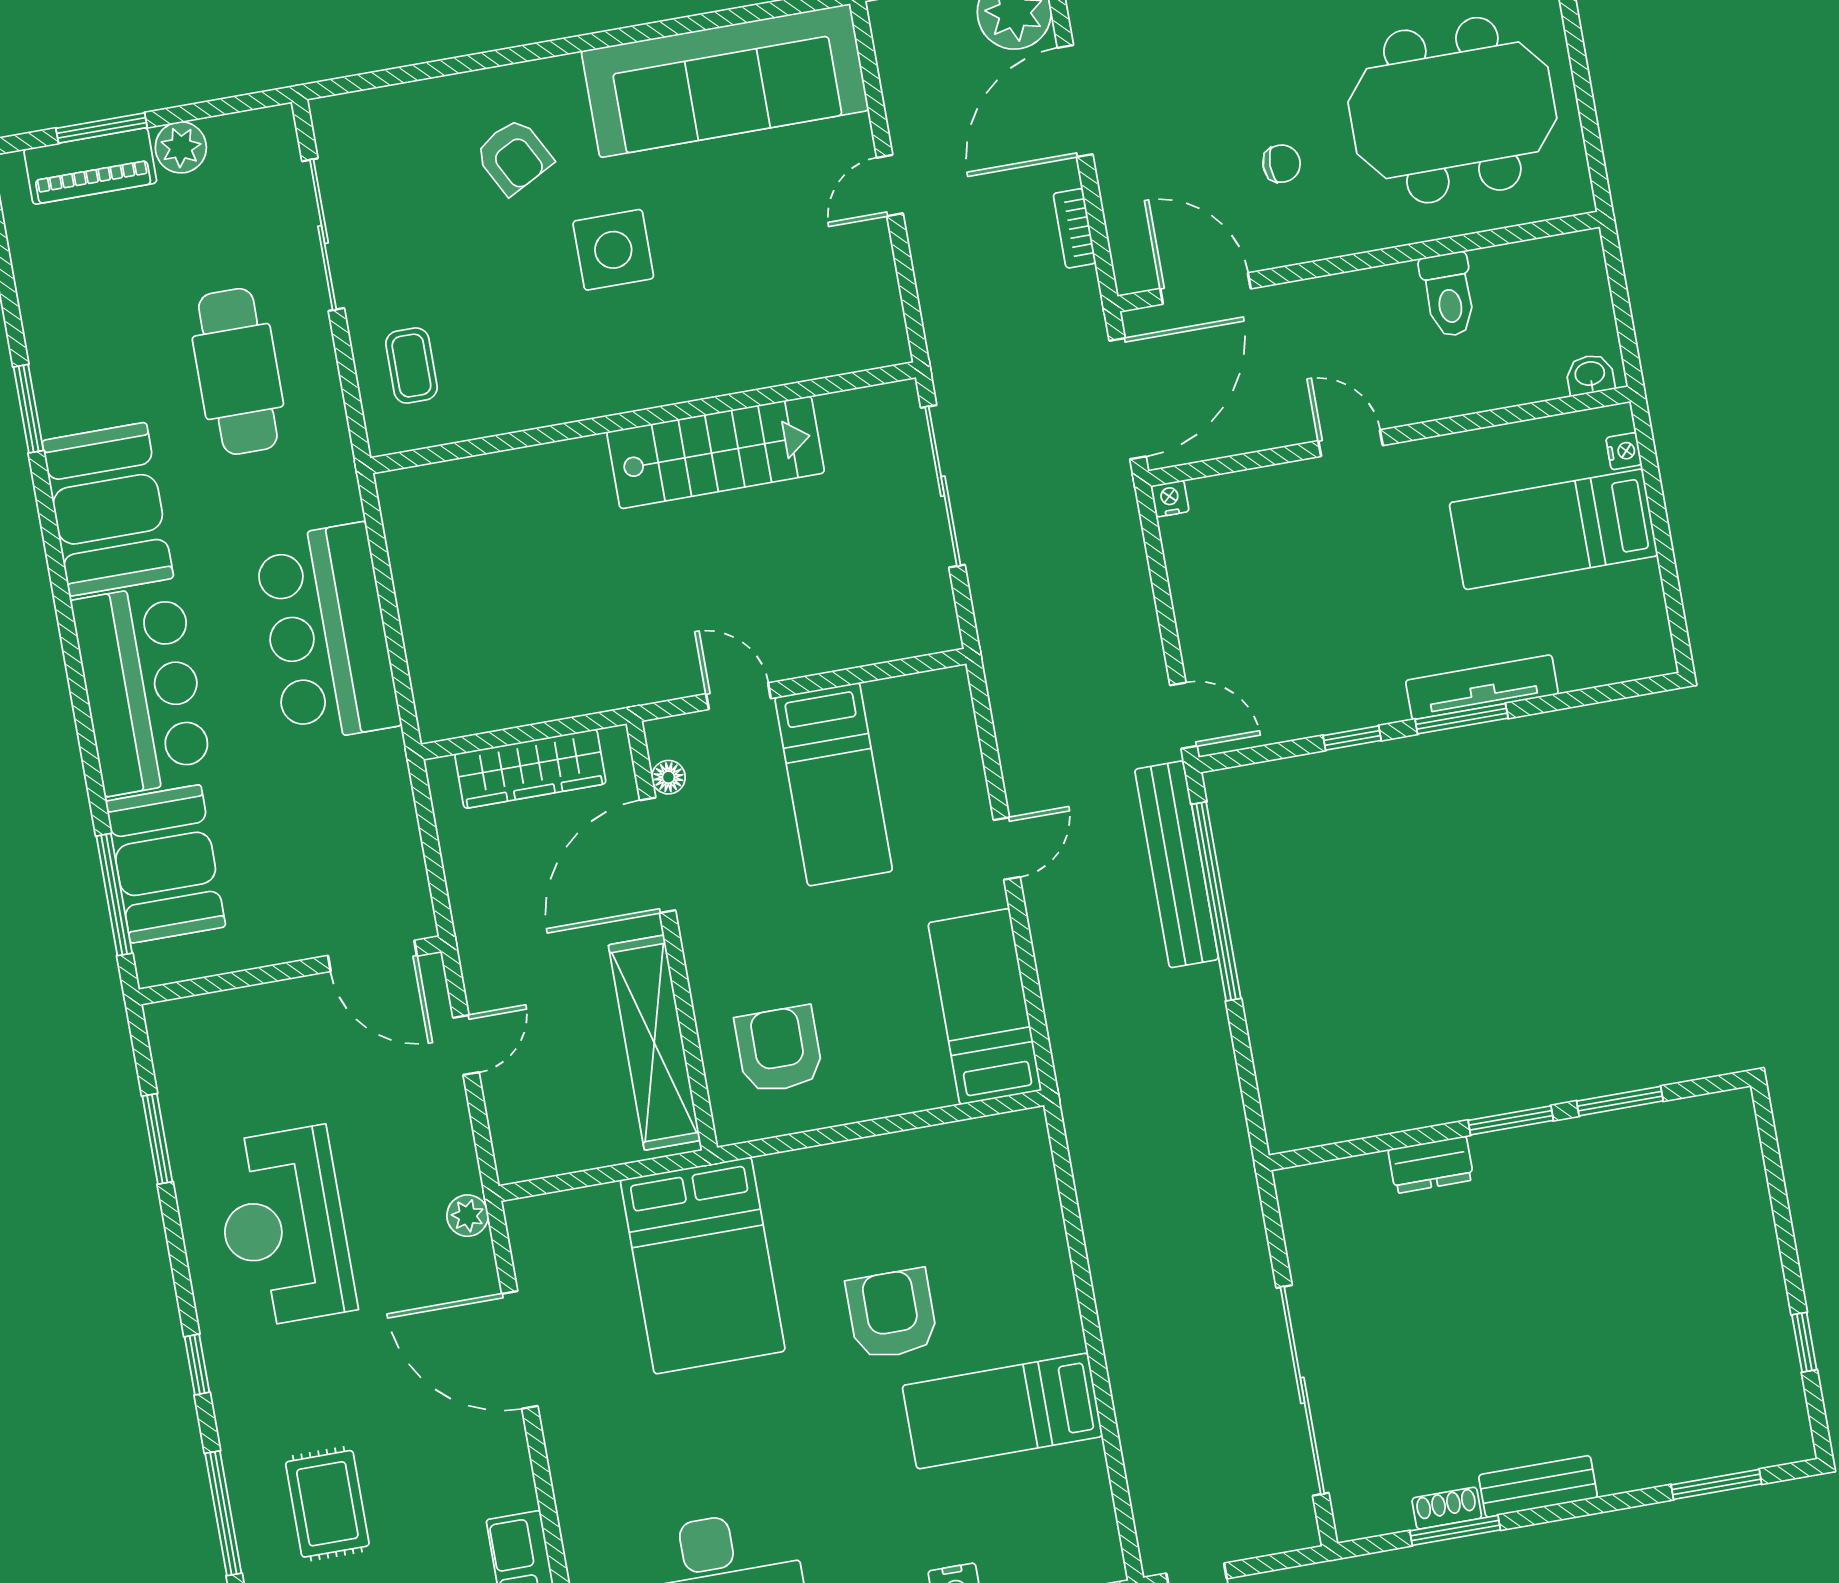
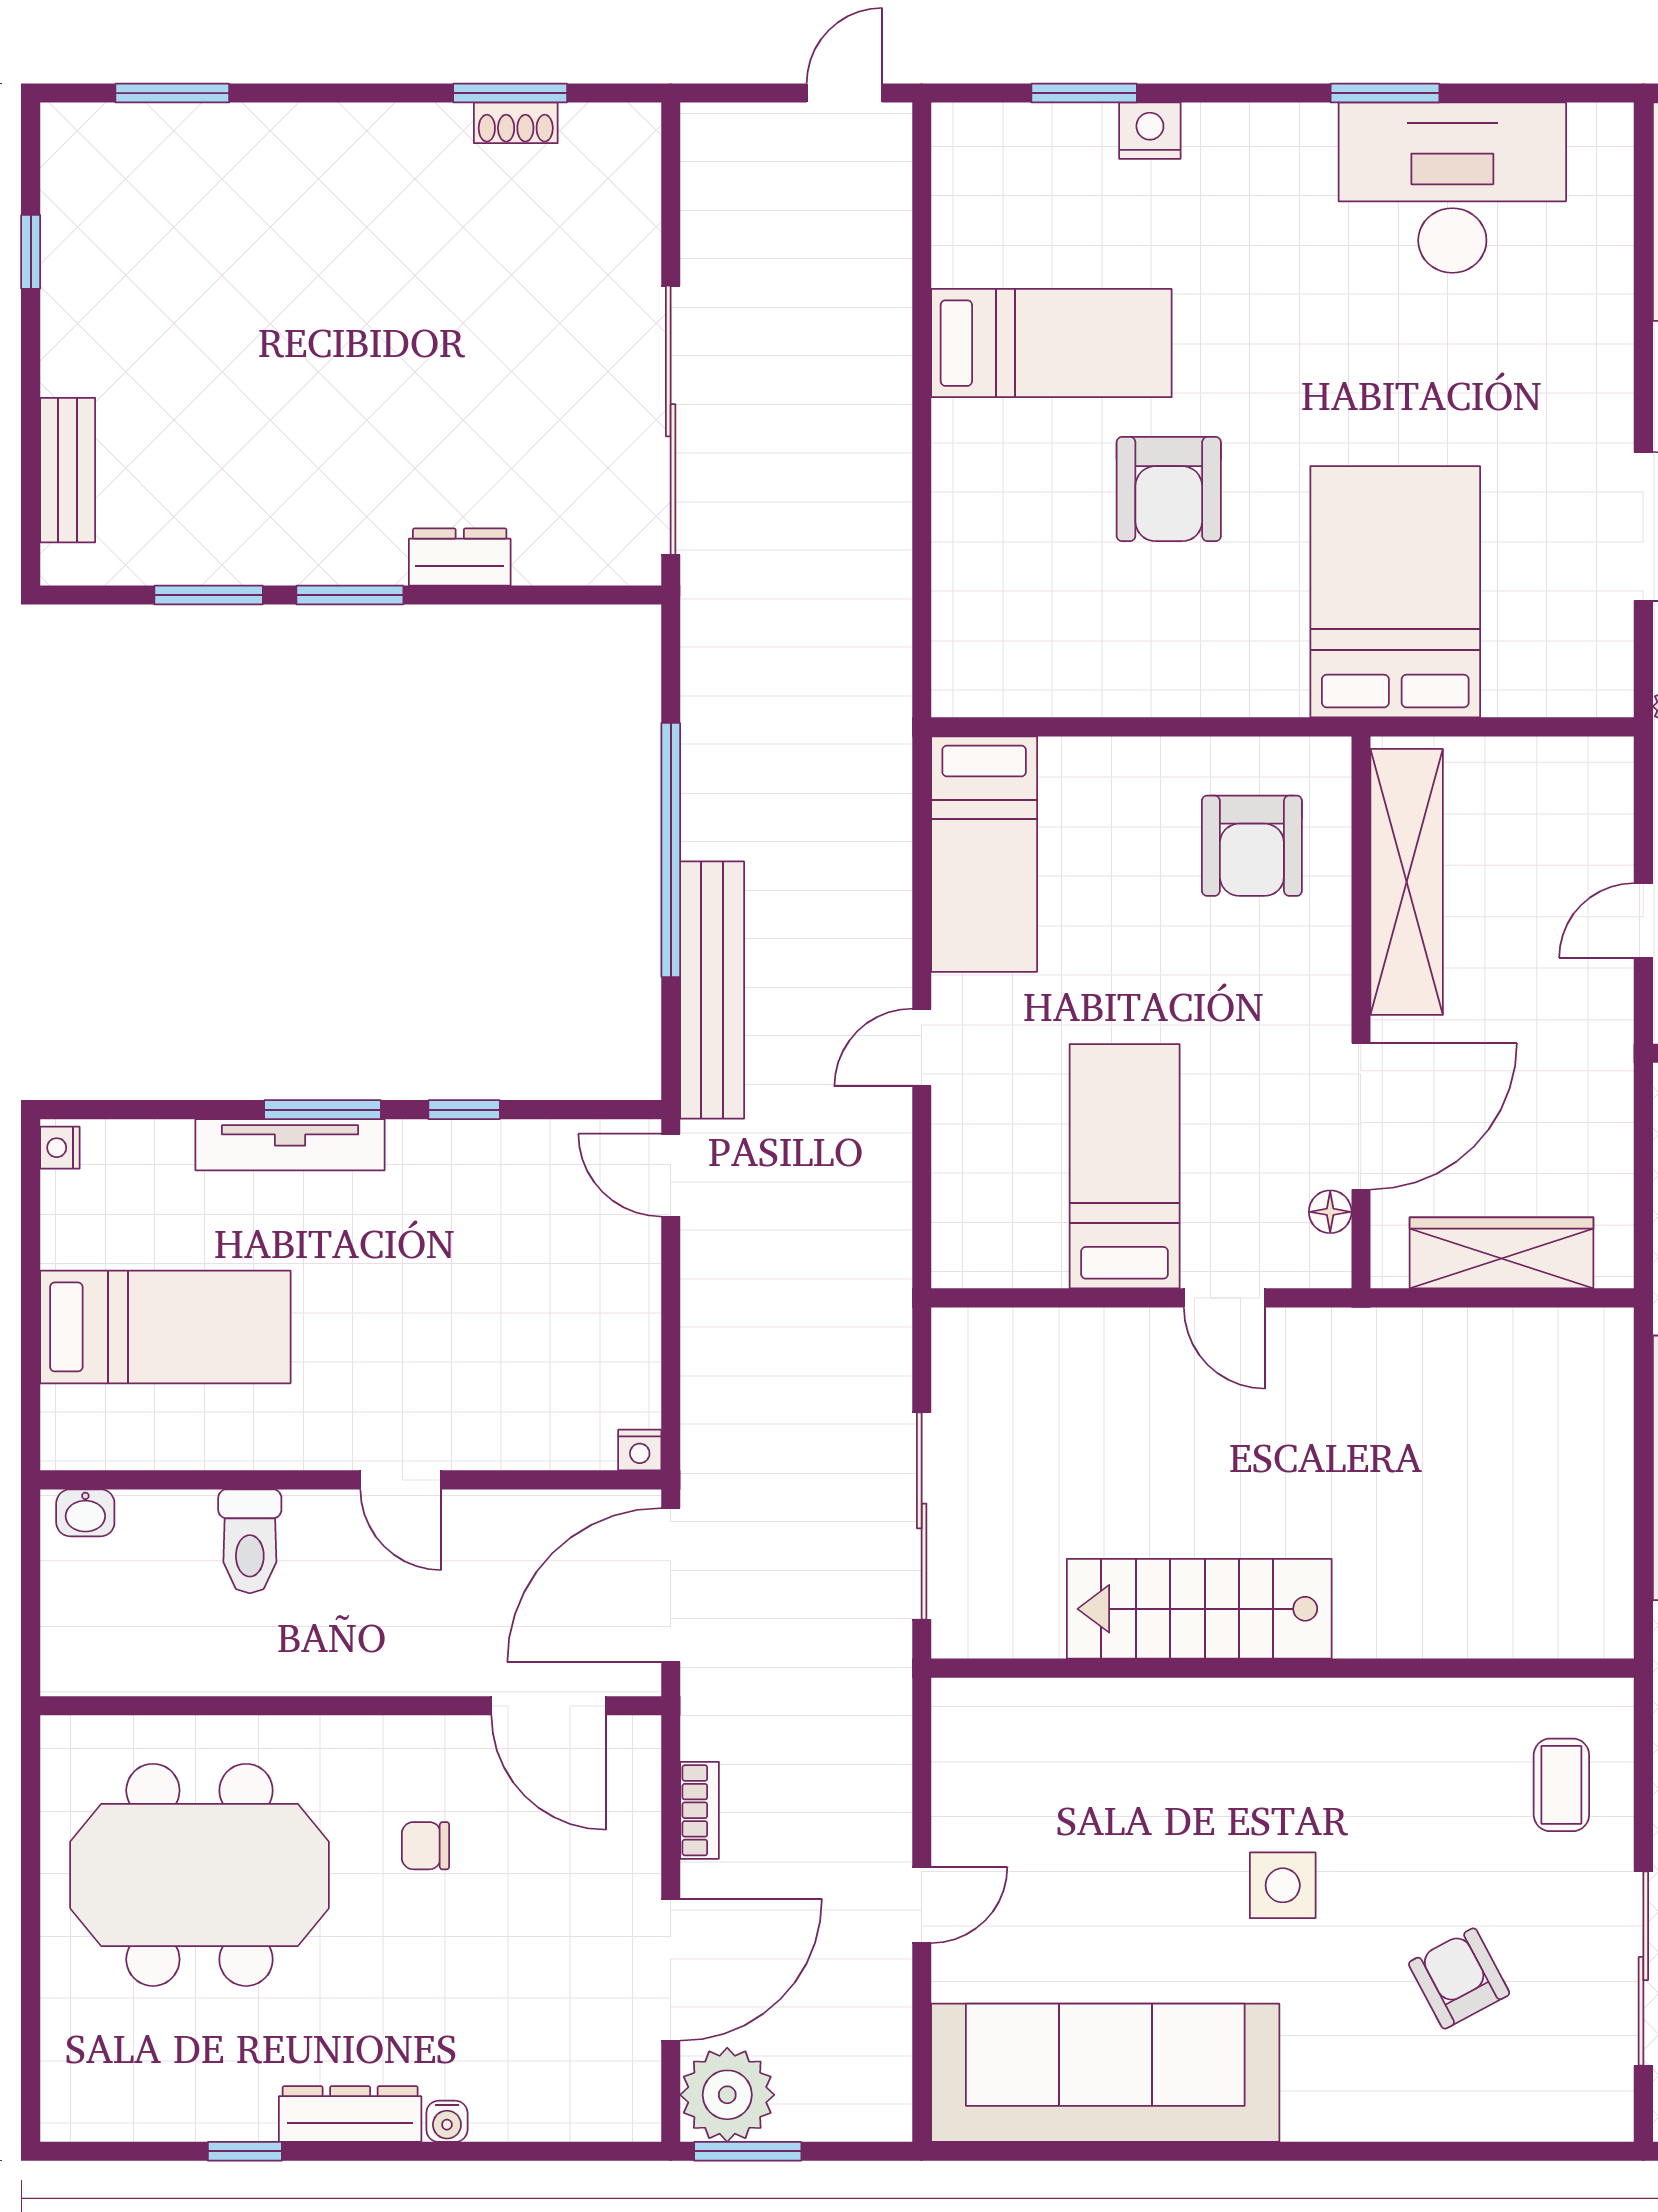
armchair: (514, 156) -> (1459, 1978), moved
side table: (613, 250) -> (1283, 1885), width x0.73, depth x0.73
toilet: (1448, 295) -> (250, 1541), moved, turned 180
nightstand: (1624, 451) -> (60, 1148), moved
window: (1216, 901) -> (671, 850), moved
sliding door: (1302, 1390) -> (671, 420), moved
bench: (1538, 1486) -> (68, 470), moved, turned 90

